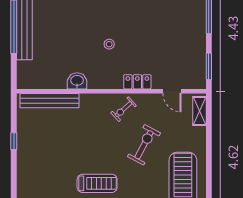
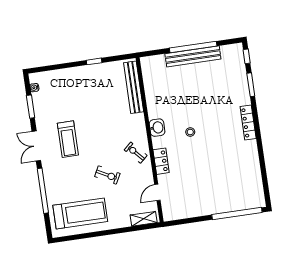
window: (209, 66) -> (183, 221), removed
washbasin: (77, 81) -> (157, 128), moved
exercise bike: (144, 145) -> (107, 175), width x0.73, depth x0.72

